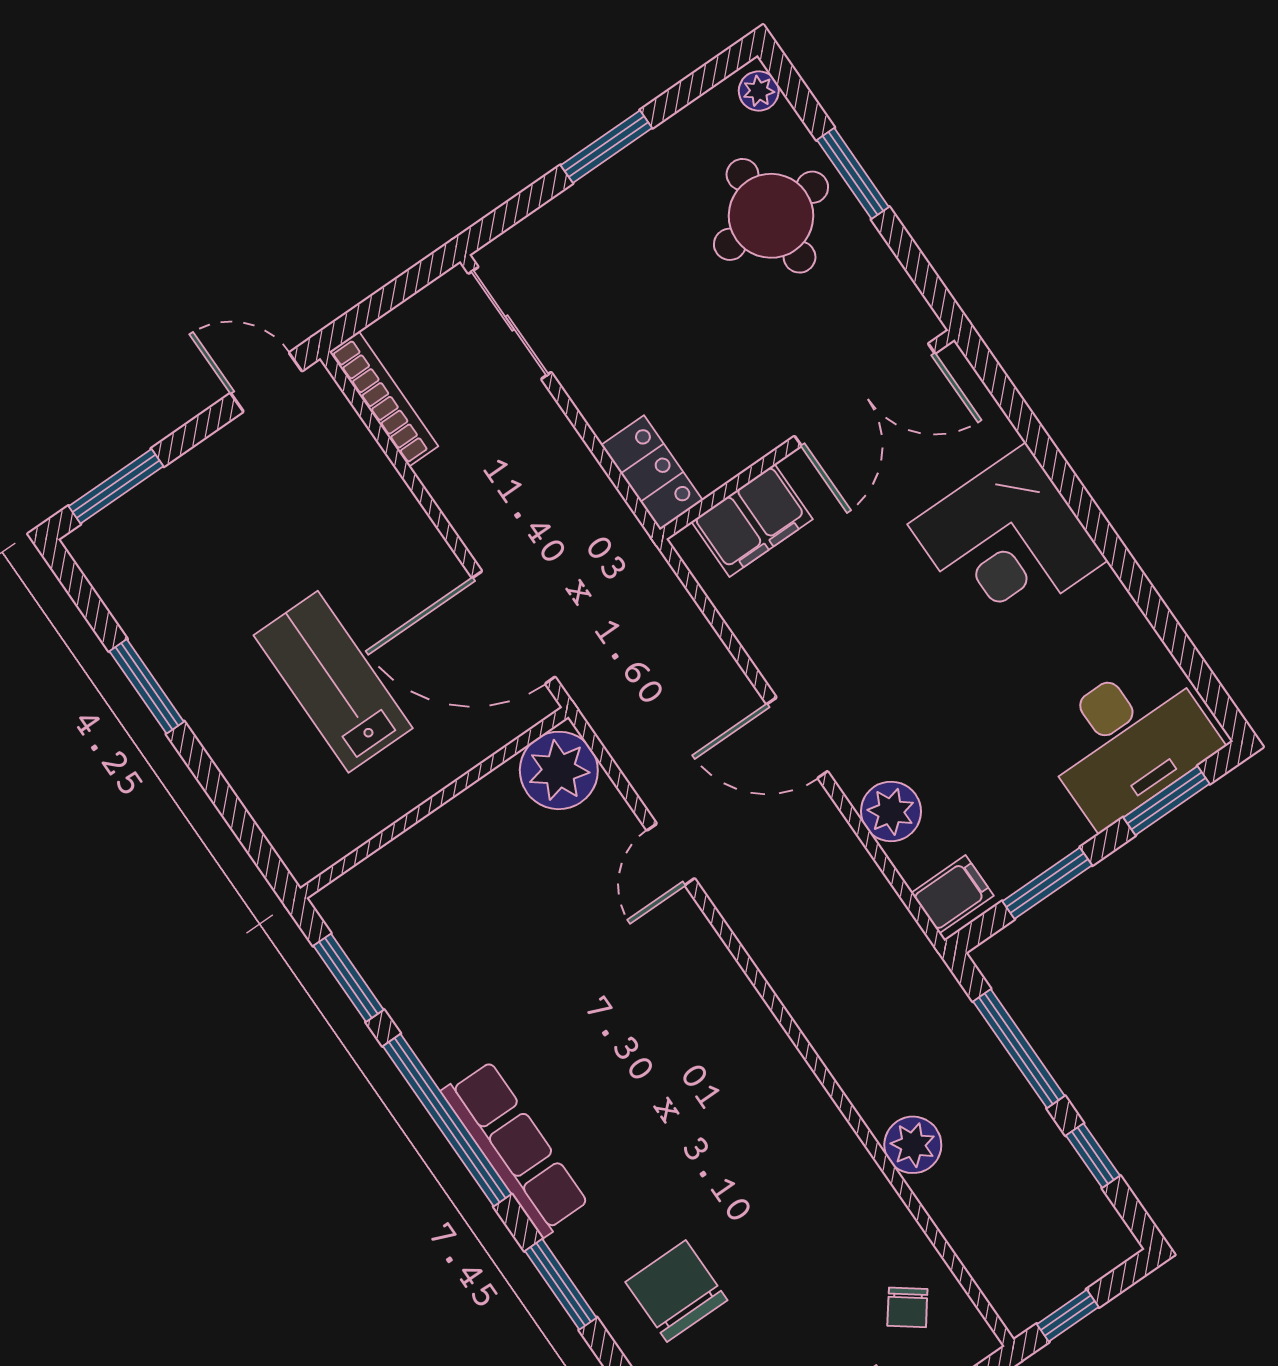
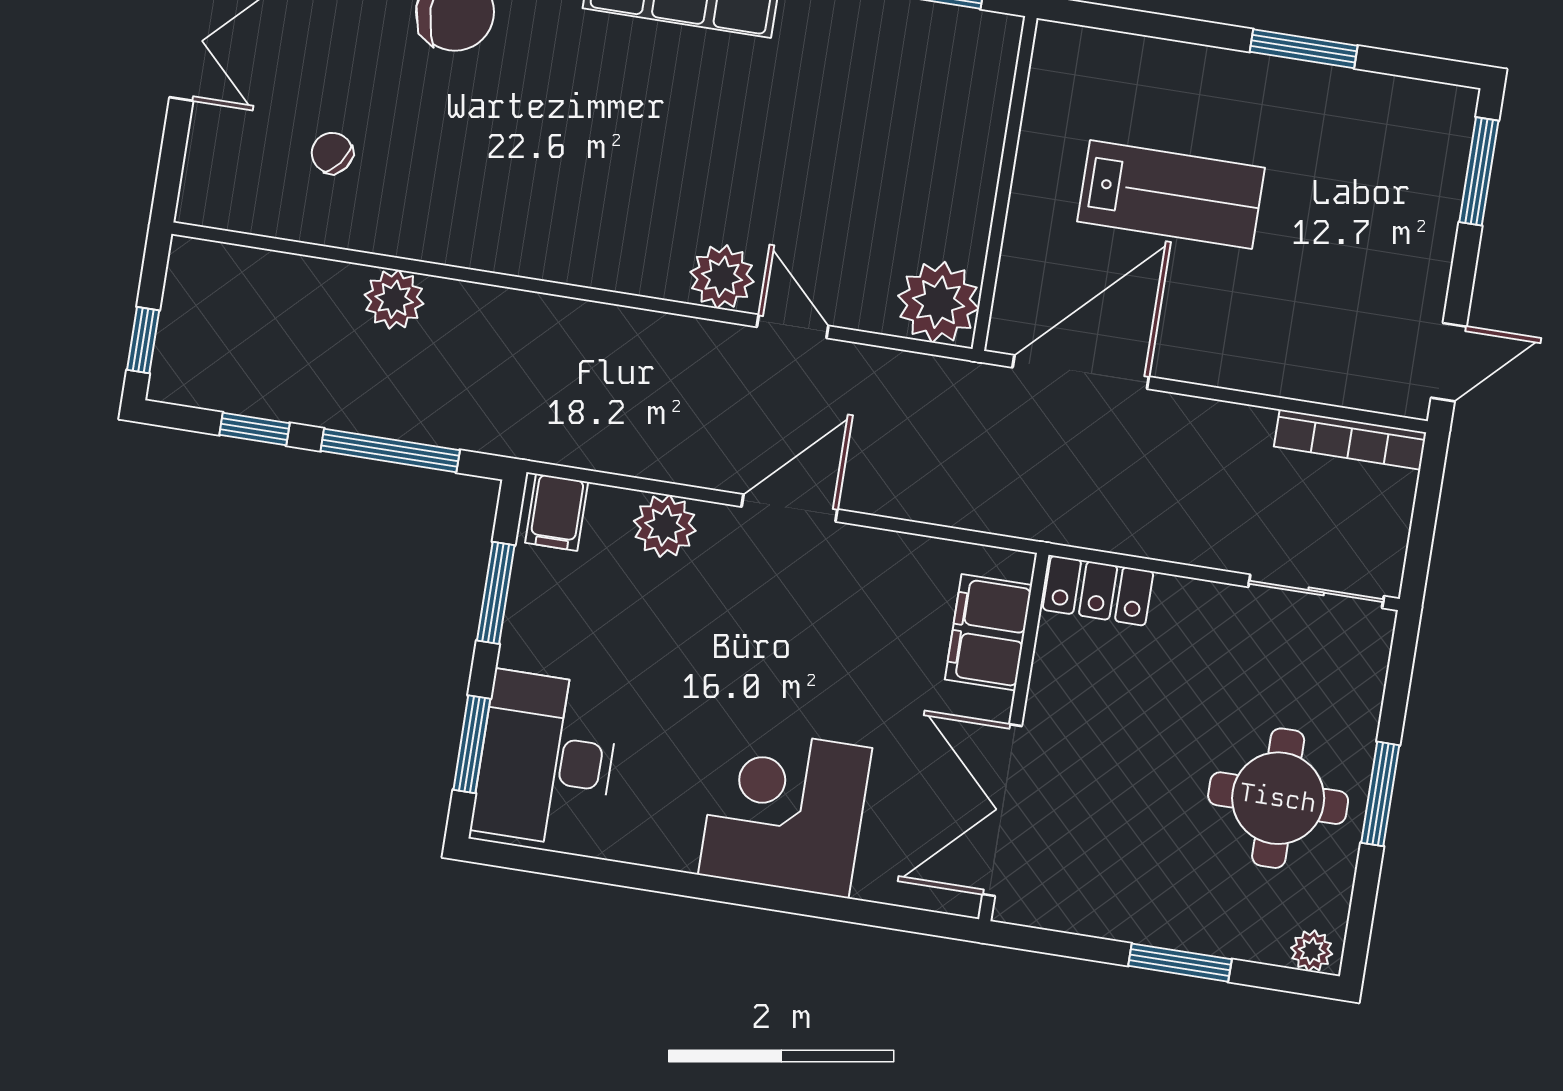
round table: (771, 216) -> (1278, 798), moved
plant: (683, 935) -> (722, 277), added
chair: (907, 1307) -> (332, 153), moved
window: (1068, 1316) -> (143, 340), moved

